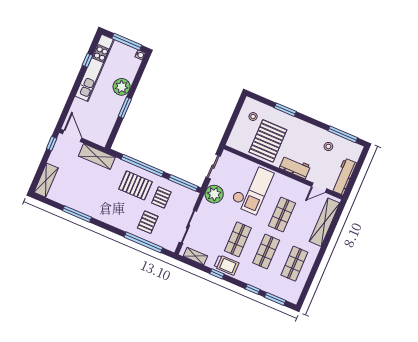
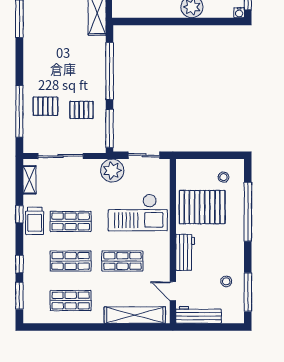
window: (125, 108) -> (169, 21), removed
window: (285, 110) -> (248, 212), width x2.11
pallet: (135, 185) -> (83, 73), removed

